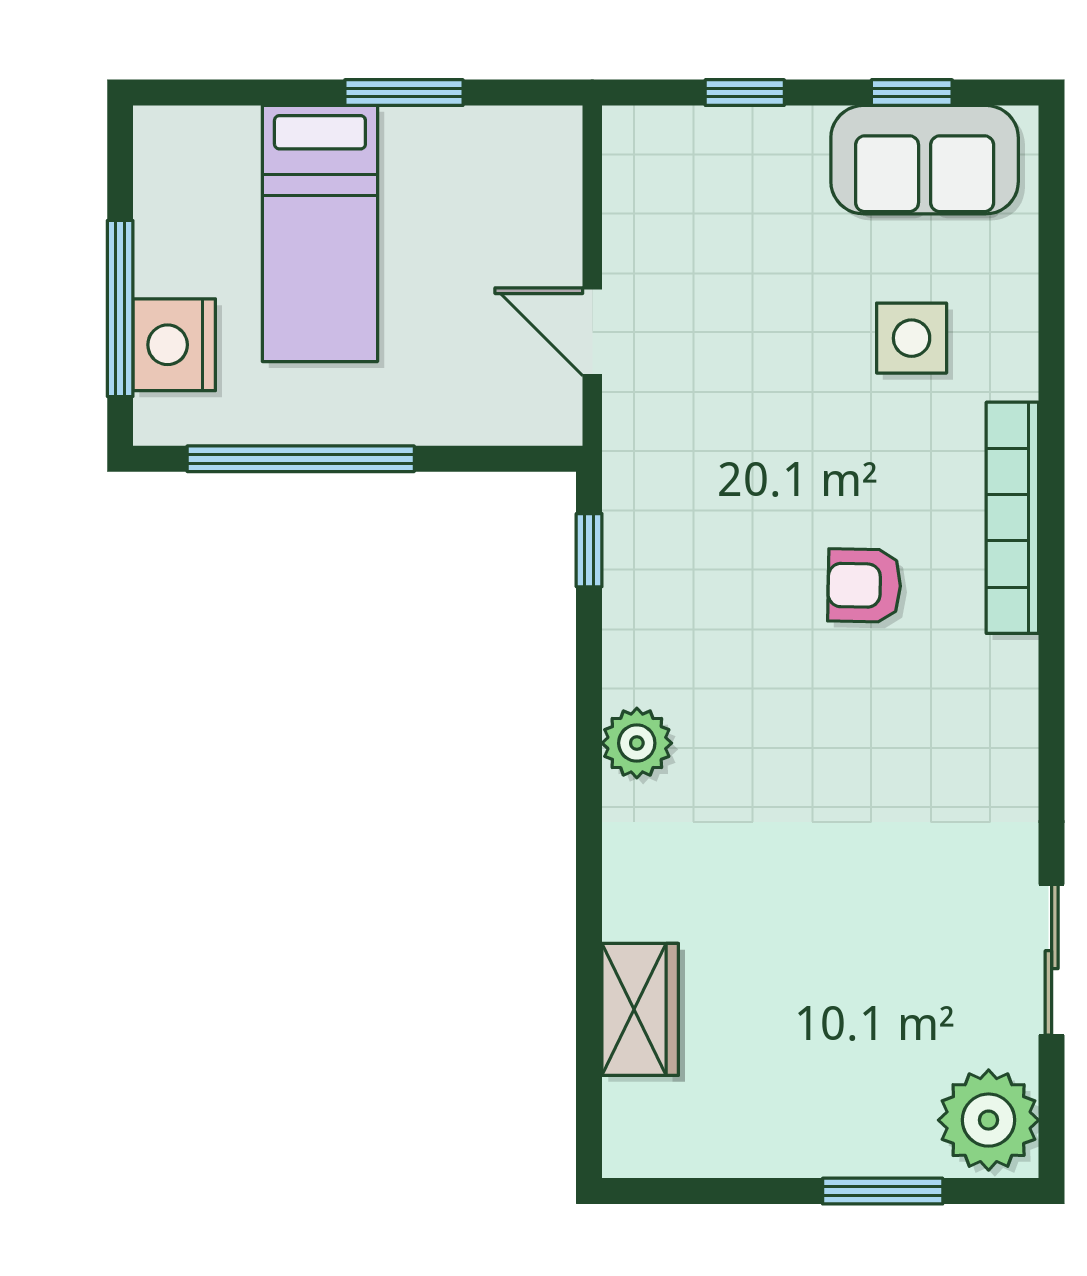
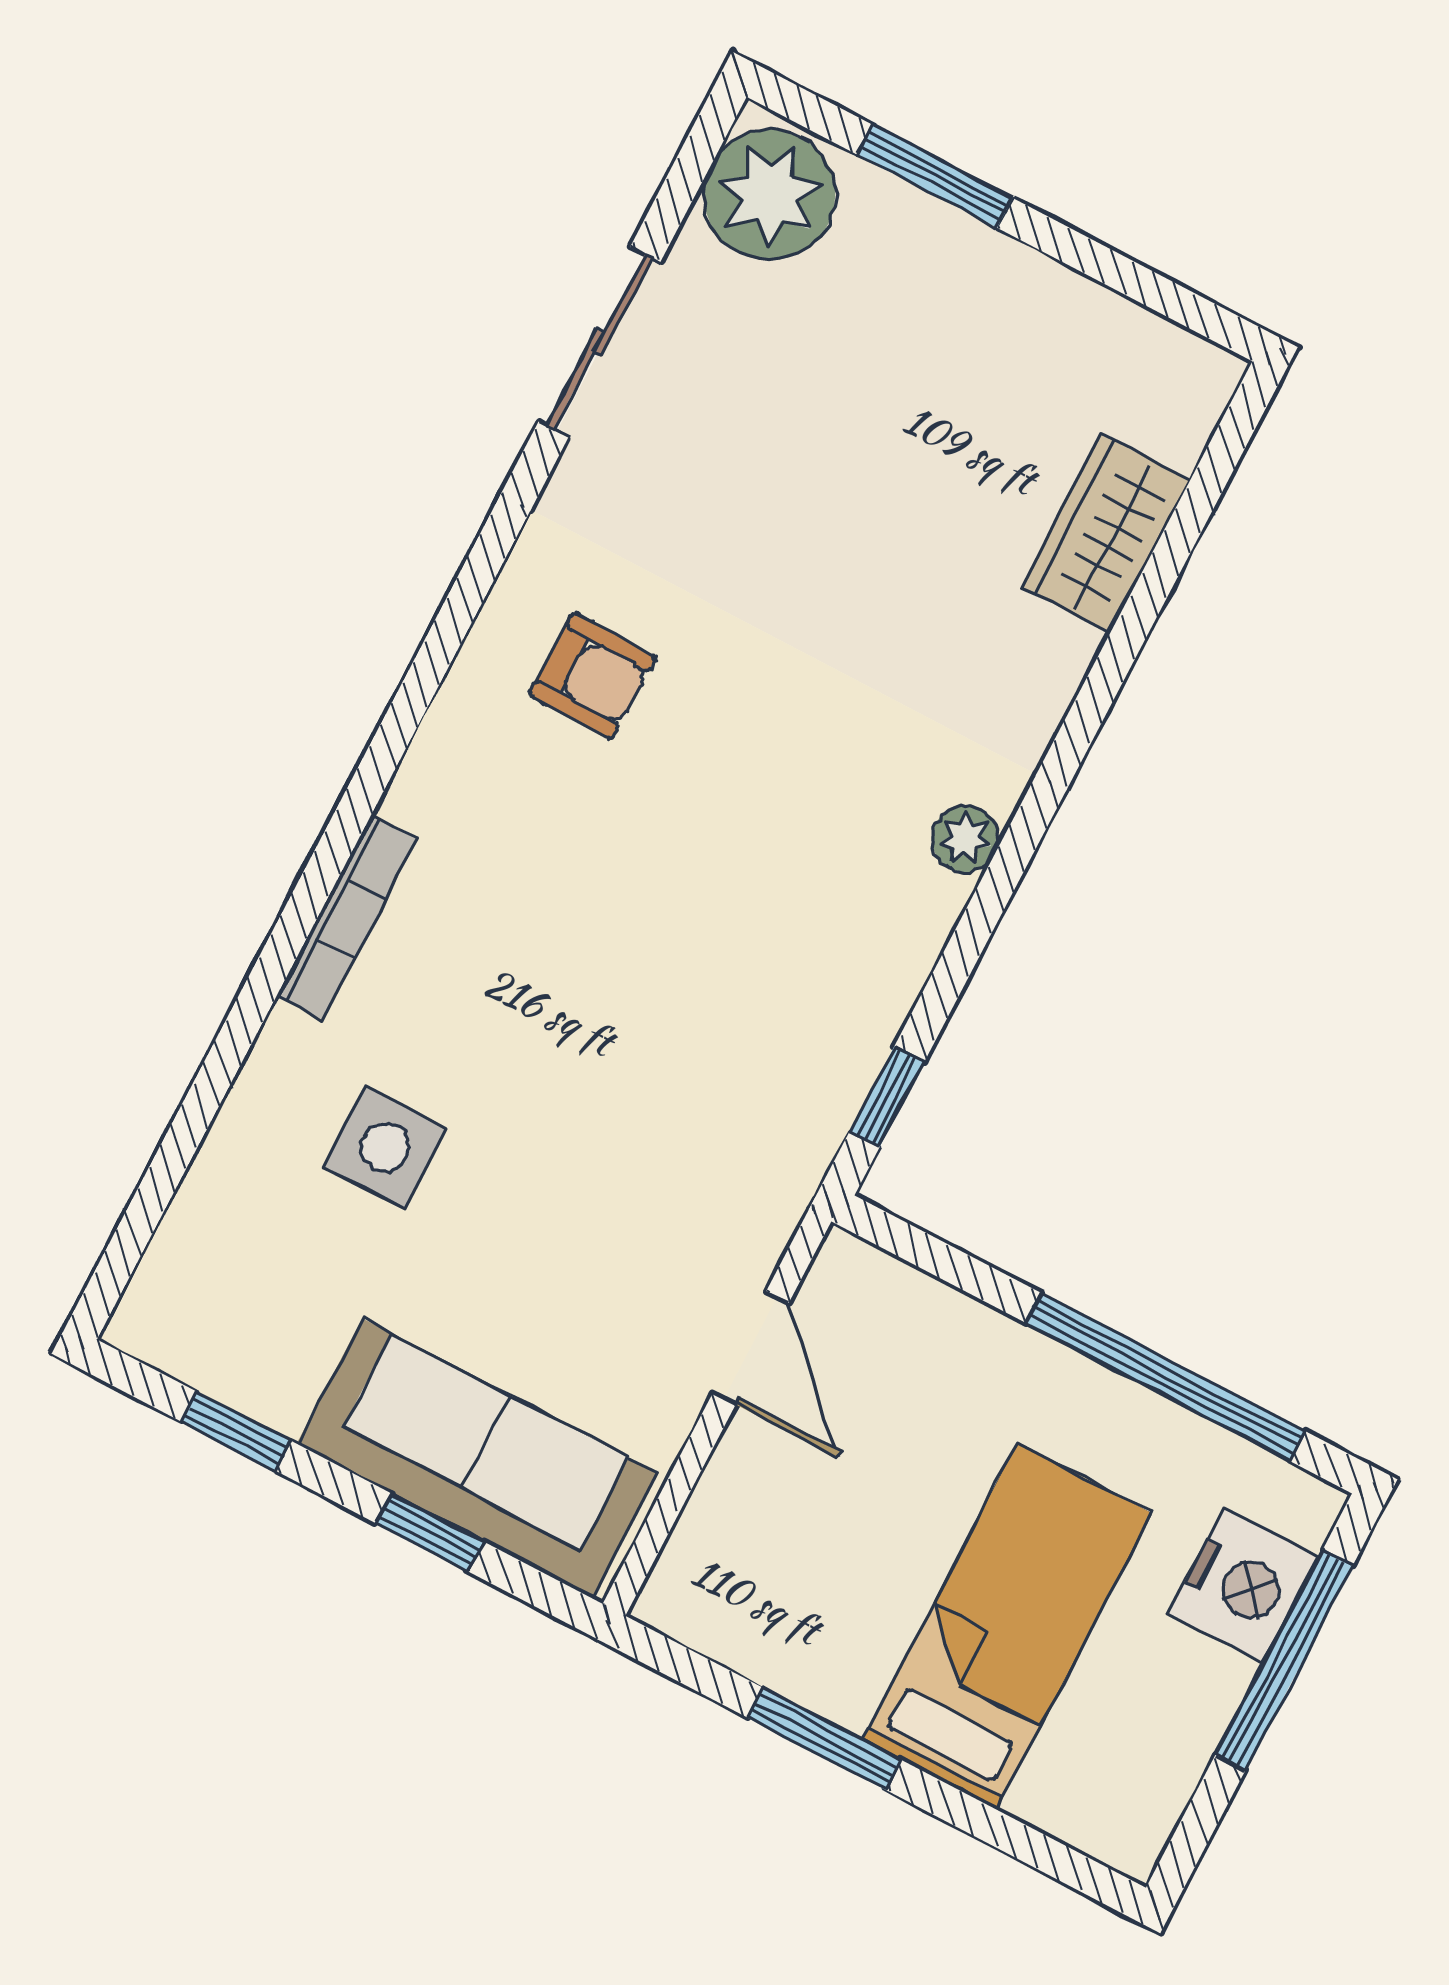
sofa: (925, 160) -> (477, 1458), moved, width x1.36
bookcase: (1012, 518) -> (347, 917), width x0.68, depth x0.76
armchair: (864, 585) -> (592, 676), moved
plant: (637, 743) -> (965, 839), width x0.73, depth x0.73

